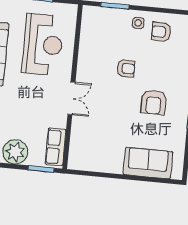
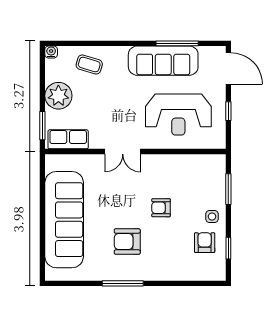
window: (168, 11) -> (228, 248), added
armchair: (126, 68) -> (161, 208), turned 90
sofa: (148, 163) -> (64, 220), width x1.85, depth x1.27

